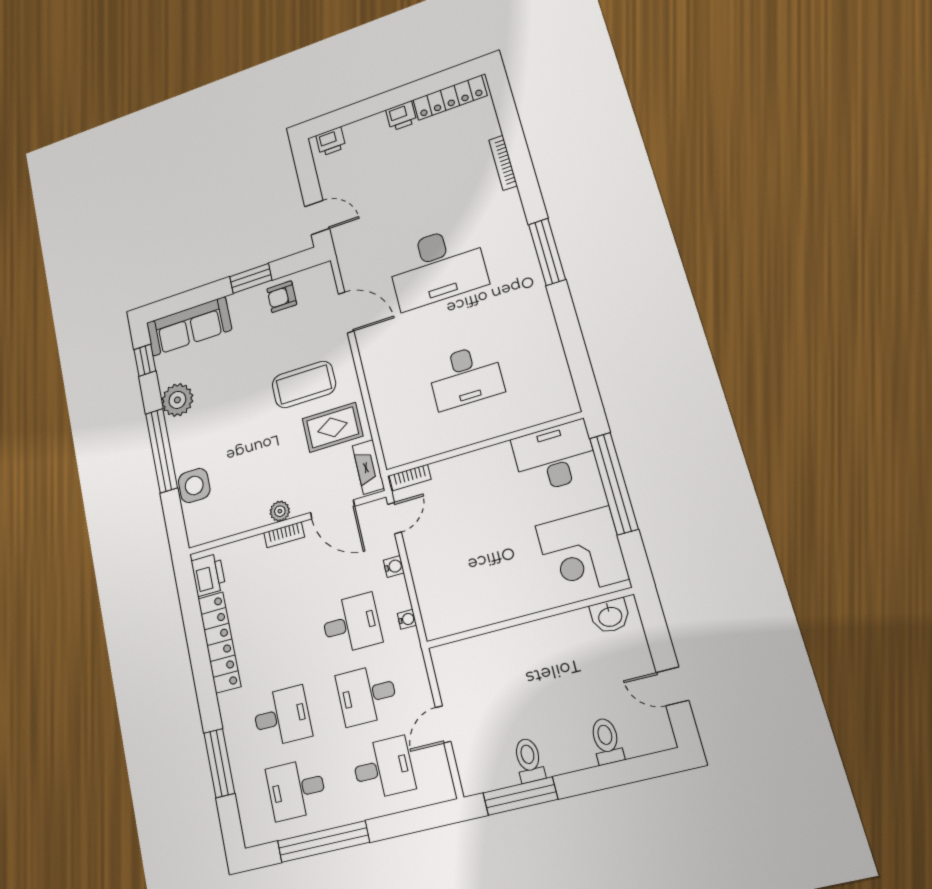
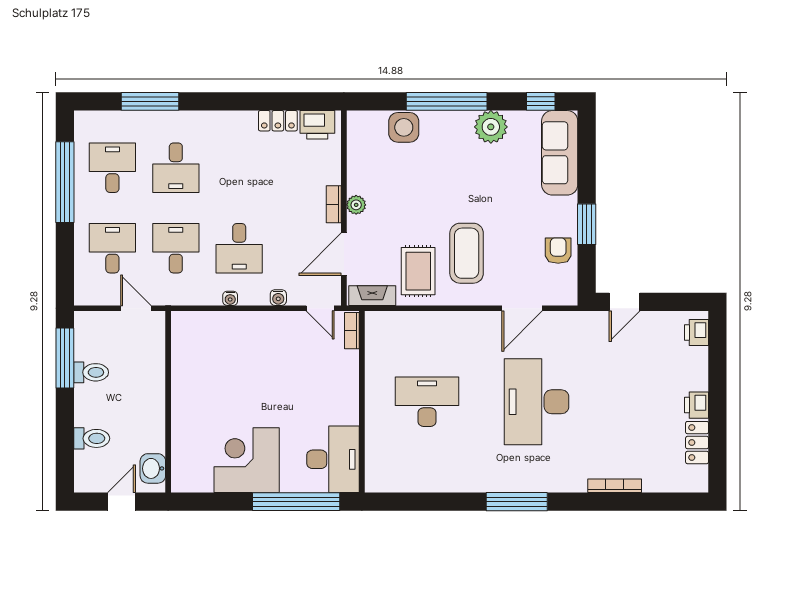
locker: (450, 98) -> (697, 443), width x0.66
desk: (465, 377) -> (427, 402), turned 90
washbasin: (610, 616) -> (153, 468), moved
wall: (528, 618) -> (168, 402), moved
locker: (219, 642) -> (278, 121), width x0.46, depth x0.83
desk: (383, 768) -> (112, 248), turned 180

